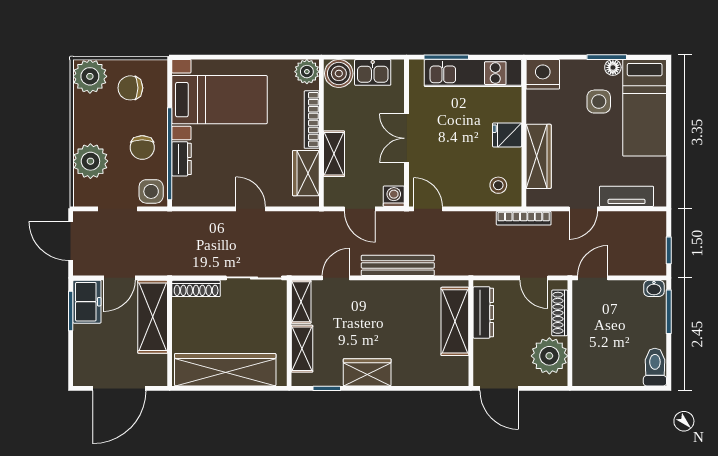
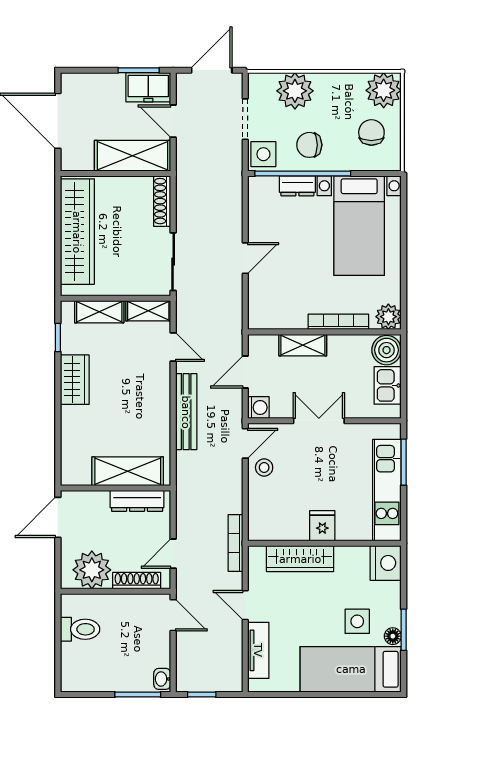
wardrobe: (306, 173) -> (282, 316), removed
stool: (498, 185) -> (264, 467), moved
toilet: (655, 367) -> (80, 629), moved

